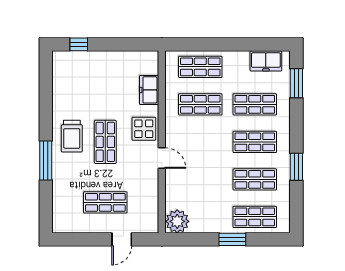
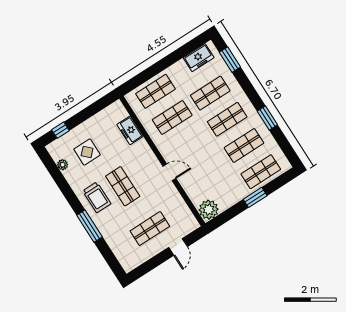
plant: (58, 81) -> (63, 165), added
display table: (144, 129) -> (87, 152), moved

